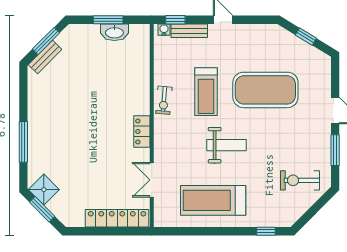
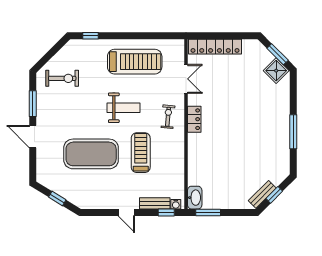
window: (108, 20) -> (208, 213), moved
washbasin: (114, 32) -> (195, 198), moved, turned 90
window: (46, 41) -> (274, 195), width x0.67
bench: (45, 57) -> (262, 194), moved
exercise bike: (164, 100) -> (168, 117), moved
window: (23, 142) -> (293, 132), moved
weight bench: (226, 145) -> (124, 108), turned 180

